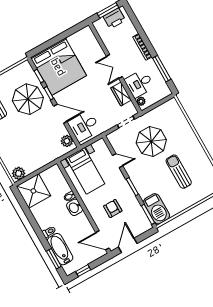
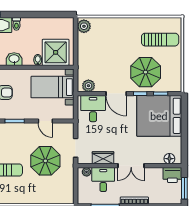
printer: (114, 18) -> (172, 175), moved, turned -90
floor lamp: (90, 37) -> (169, 159), added
double door: (114, 66) -> (131, 166), swing flipped
door: (60, 114) -> (116, 94), hinge flipped
door: (118, 161) -> (45, 121), hinge flipped
shower: (33, 191) -> (56, 52), moved
washbasin: (75, 207) -> (14, 59), moved

